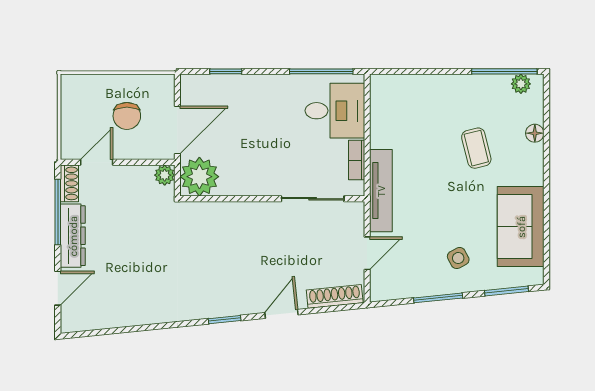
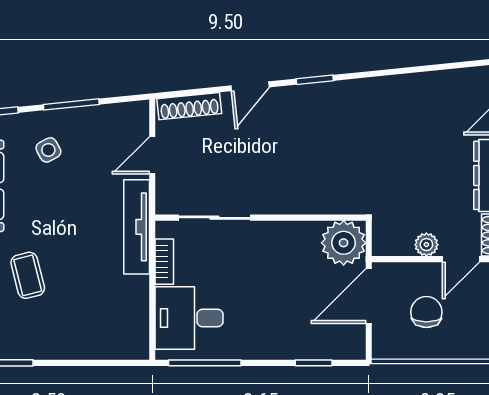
plant: (165, 175) -> (426, 245), moved

